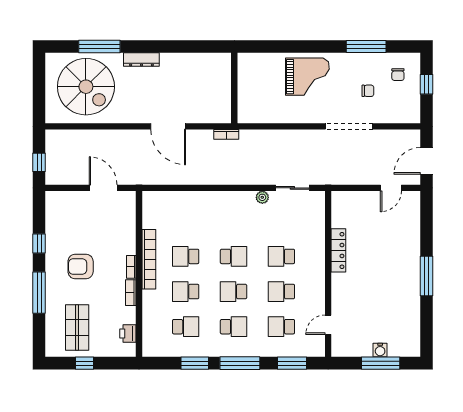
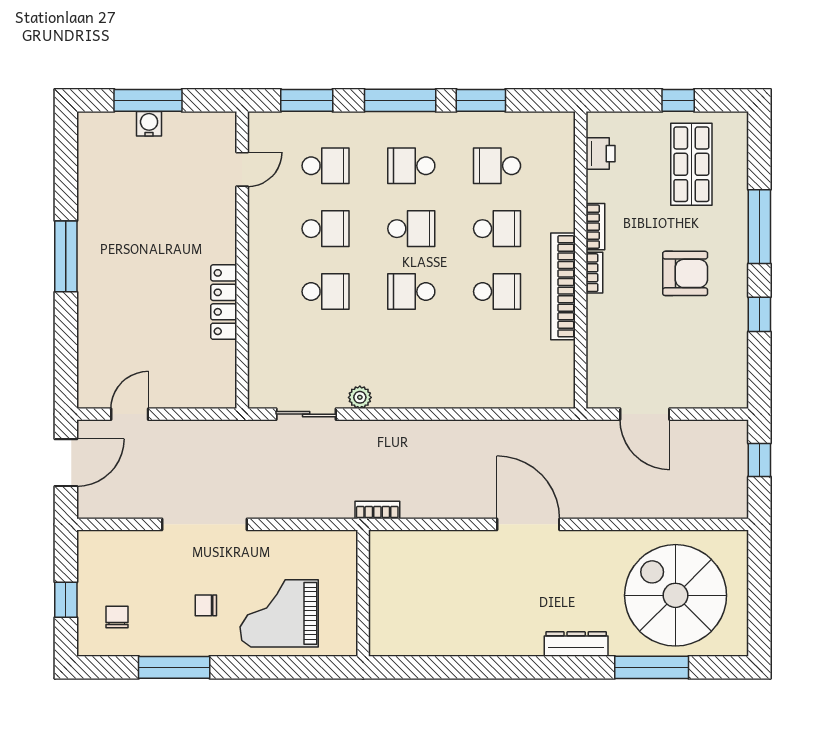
wall: (234, 88) -> (363, 593), moved
chair: (368, 91) -> (206, 605), moved
bookcase: (226, 134) -> (377, 510), moved

